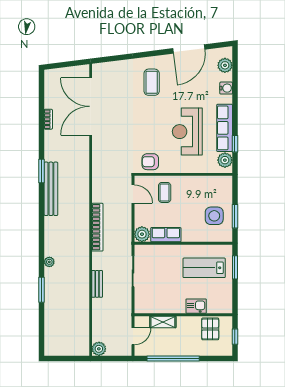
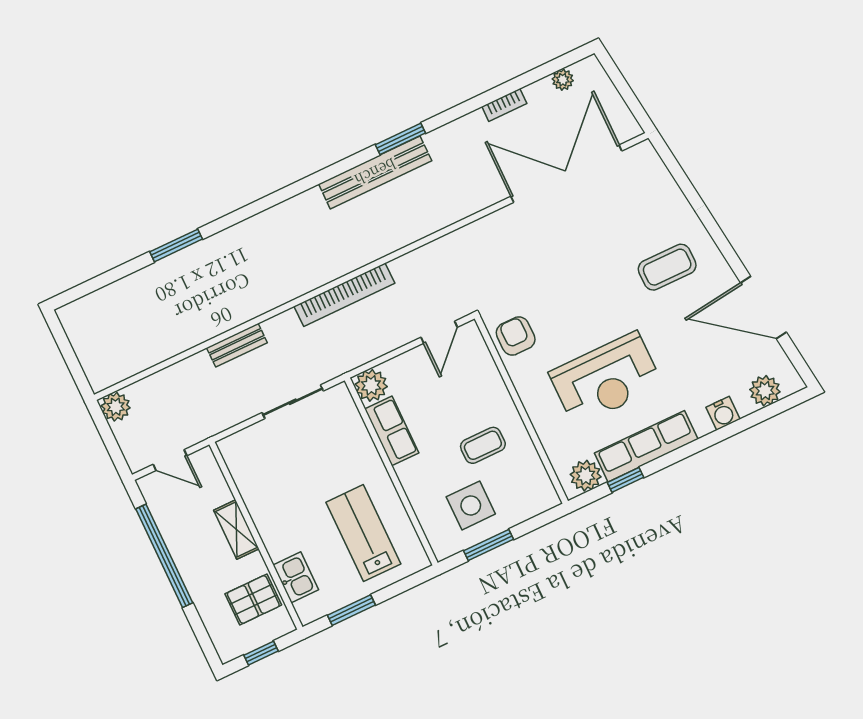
reception desk: (187, 132) -> (606, 379), turned 180
coffee table: (165, 192) -> (483, 445), moved
plant: (49, 262) -> (563, 80), moved
window: (235, 267) -> (351, 610), moved
kitchen sink: (196, 306) -> (296, 577), moved
shelving: (163, 322) -> (236, 529), moved

